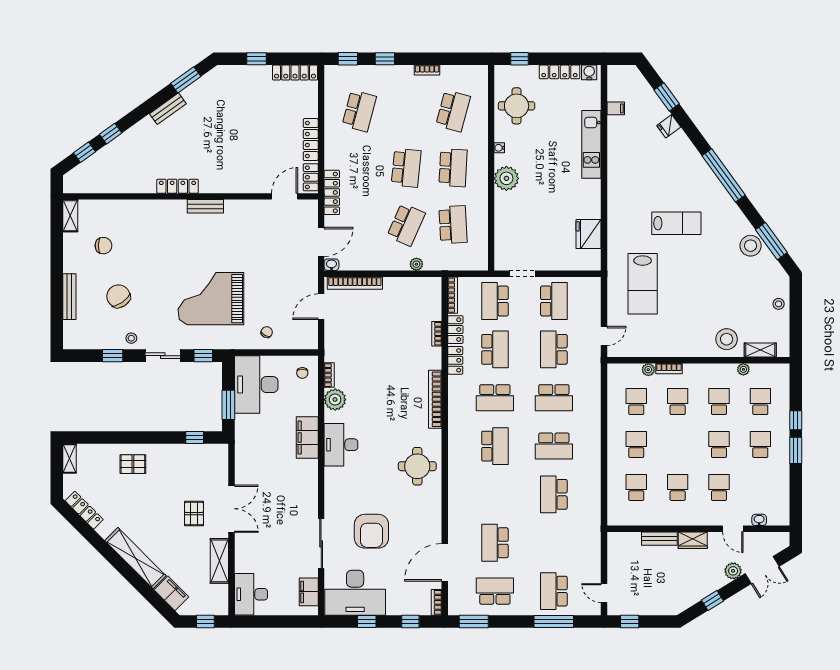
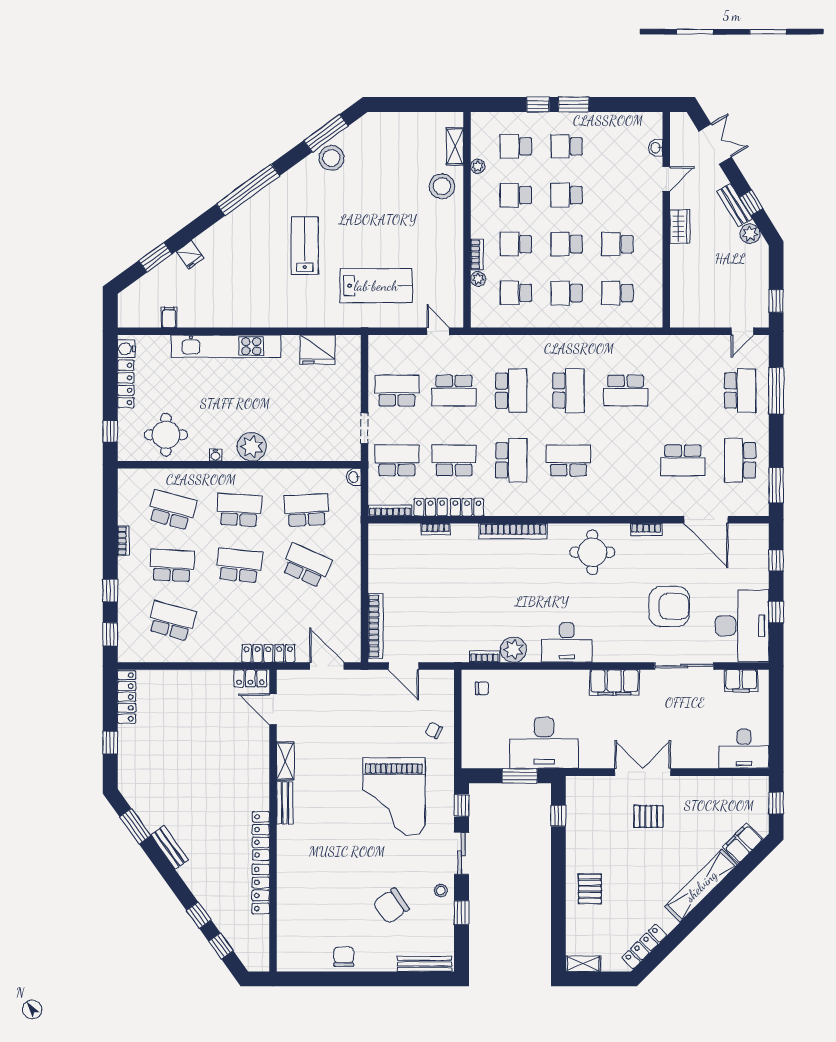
school desk: (406, 111) -> (172, 565), added
locker: (311, 140) -> (261, 889), moved, turned 90
kitchen unit: (591, 144) -> (226, 346), width x1.36
shelving: (70, 216) -> (285, 761), moved, turned 90
chair: (103, 246) -> (344, 957), moved
plant: (416, 264) -> (353, 553), removed
washbasin: (331, 265) -> (354, 477), moved
bench: (69, 297) -> (424, 964), moved
school desk: (495, 301) -> (397, 460), turned 180
stool: (779, 304) -> (400, 125), removed
desk: (256, 385) -> (544, 743), moved
filing cabinet: (307, 438) -> (614, 682), moved
school desk: (719, 487) -> (567, 244), moved
bench: (659, 539) -> (735, 205), moved, turned -32
shelving: (219, 561) -> (704, 786), removed
plant: (733, 571) -> (750, 234), moved
school desk: (554, 591) -> (740, 391), turned -90
bookcase: (436, 602) -> (646, 529), moved

